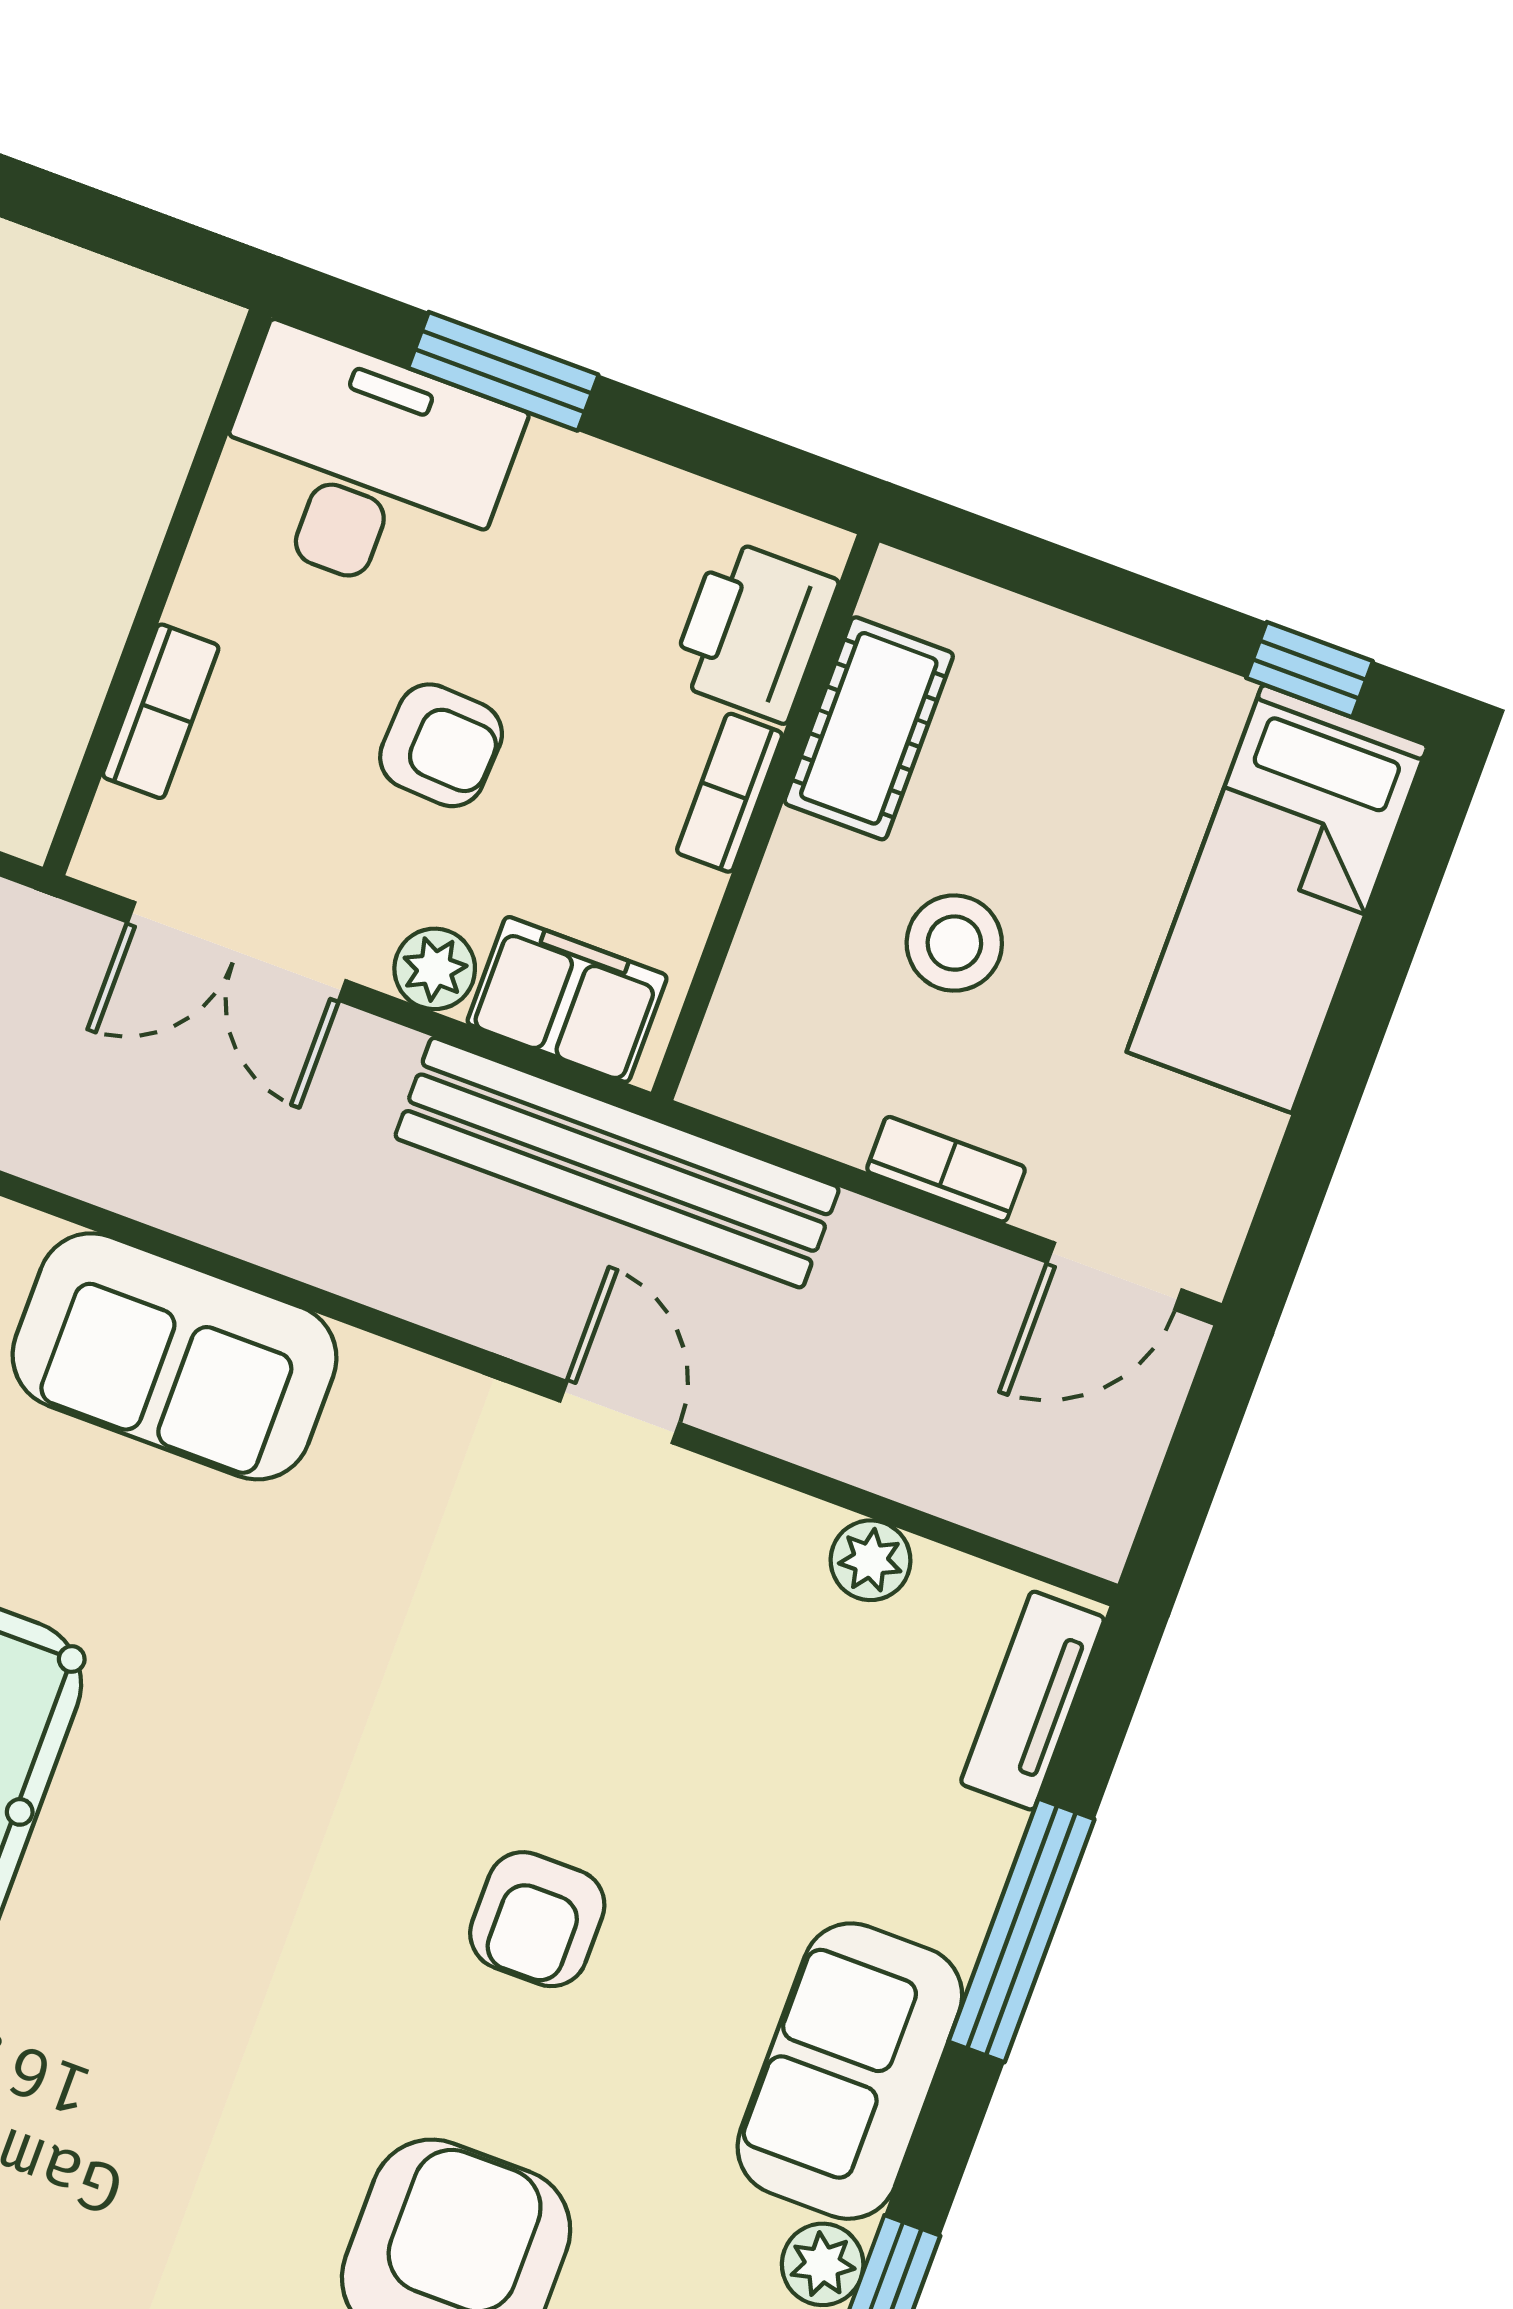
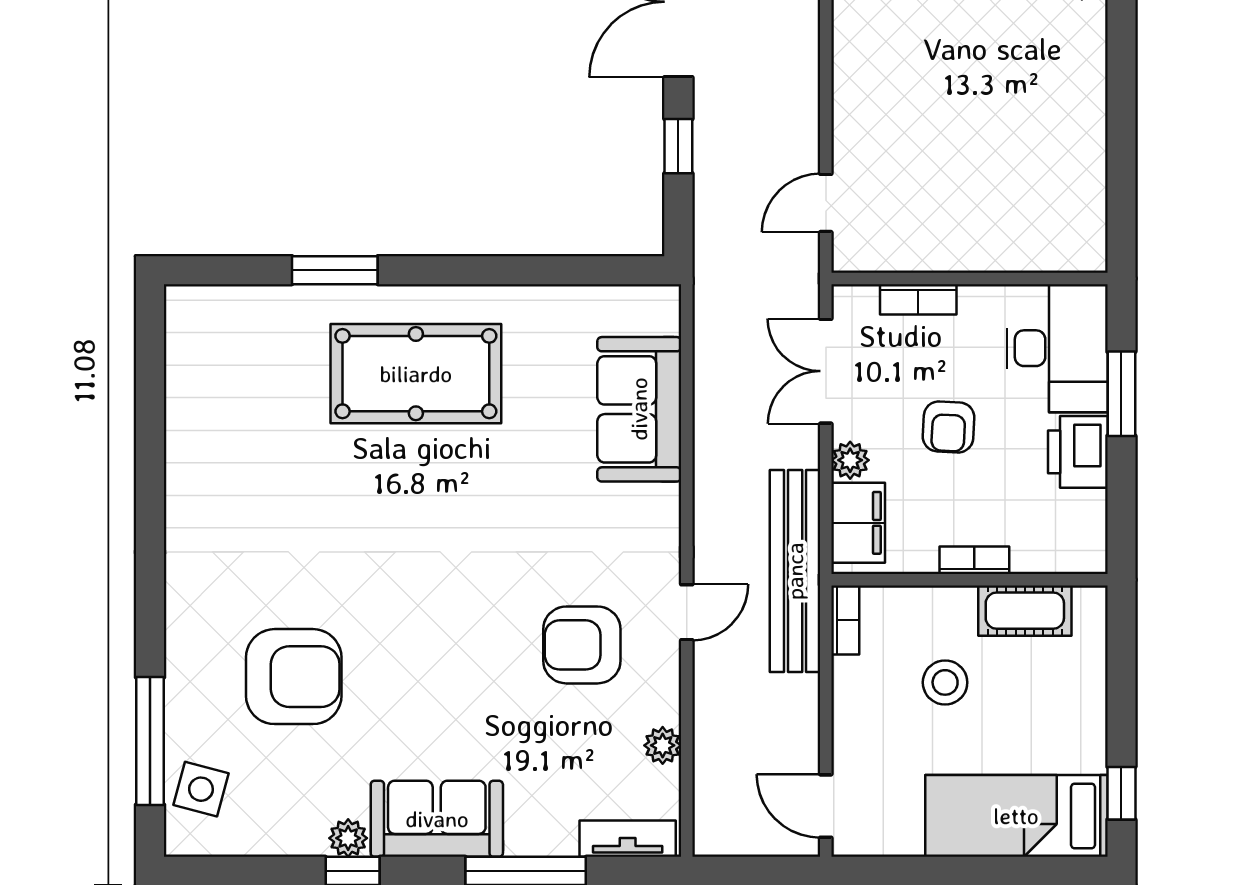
printer: (753, 631) -> (1078, 452), moved, turned -90
bookcase: (946, 1169) -> (845, 620), moved
armchair: (537, 1919) -> (582, 645), moved, width x1.38, depth x1.38

